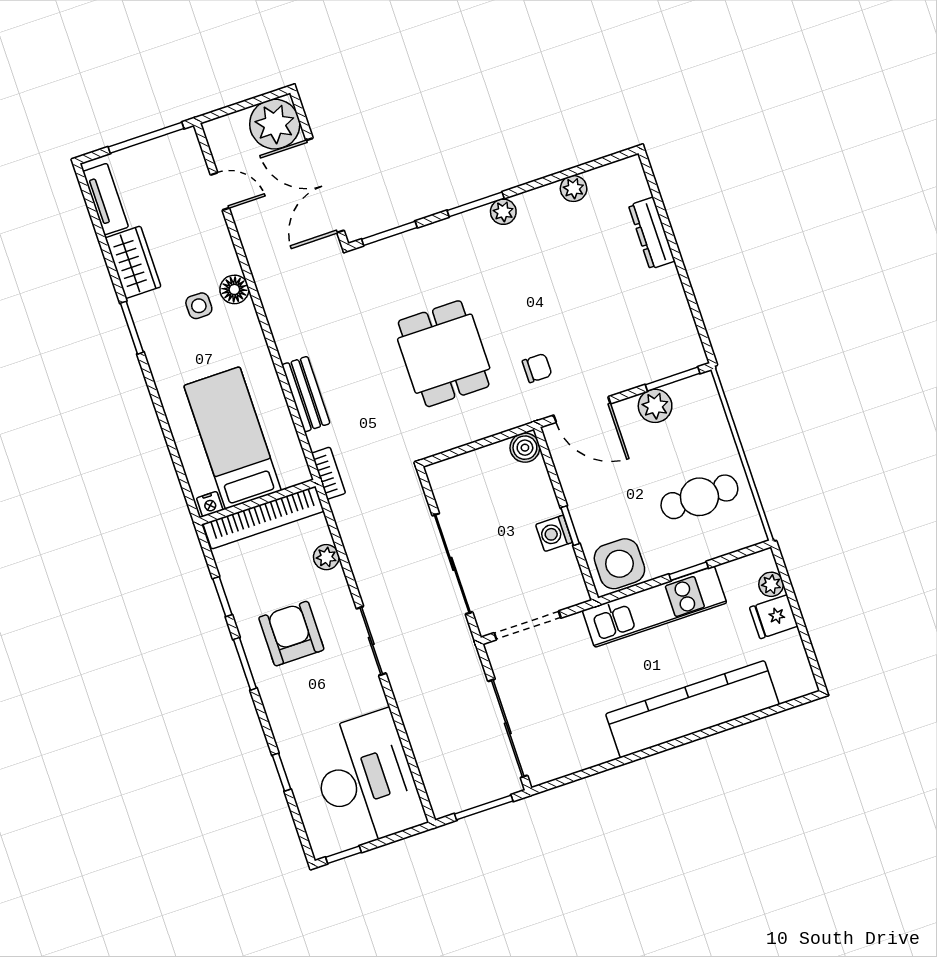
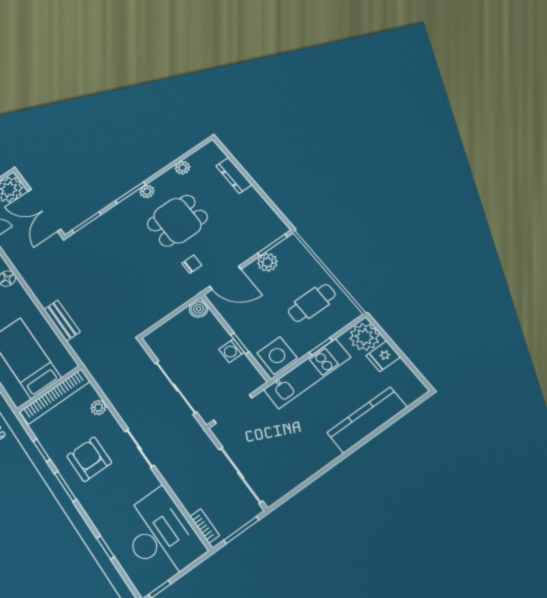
dining table: (444, 354) -> (177, 221), moved, turned 90
bookcase: (328, 473) -> (205, 526), moved
nightstand: (210, 504) -> (21, 399), removed
plant: (771, 584) -> (364, 337), width x1.88, depth x1.88
kitchen counter: (692, 709) -> (367, 420), width x0.72, depth x0.86

